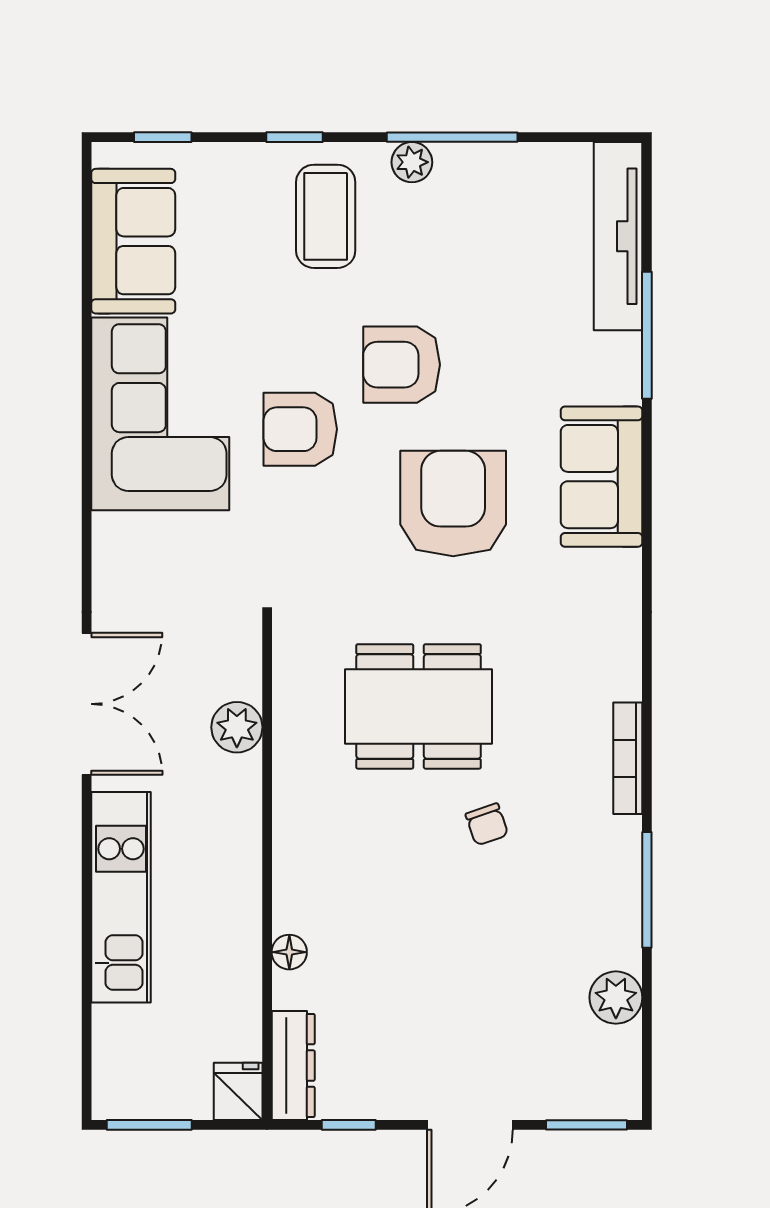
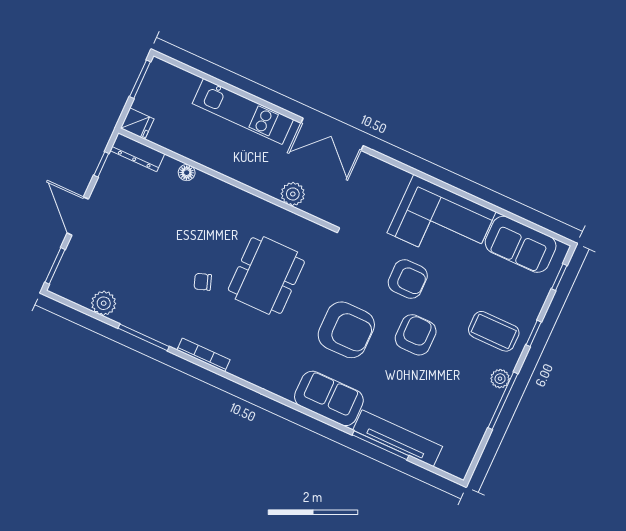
tv unit: (618, 236) -> (398, 438), moved
armchair: (300, 429) -> (408, 279), turned 90

